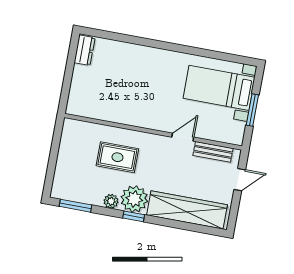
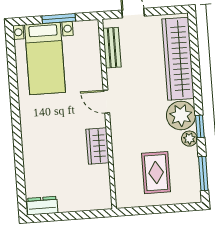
wardrobe: (126, 115) -> (97, 146), added
door: (183, 137) -> (106, 102), moved
rug: (117, 157) -> (156, 173), moved
window: (134, 216) -> (200, 126), moved

